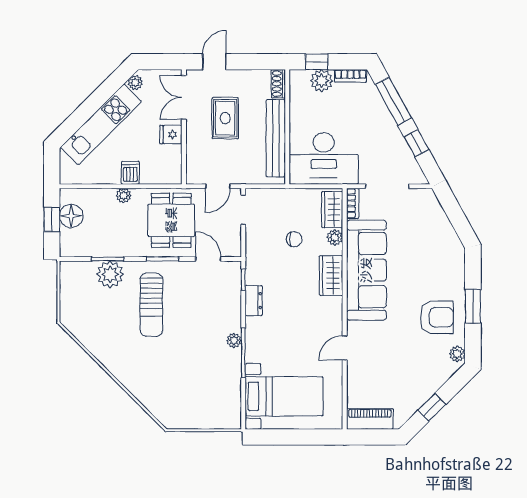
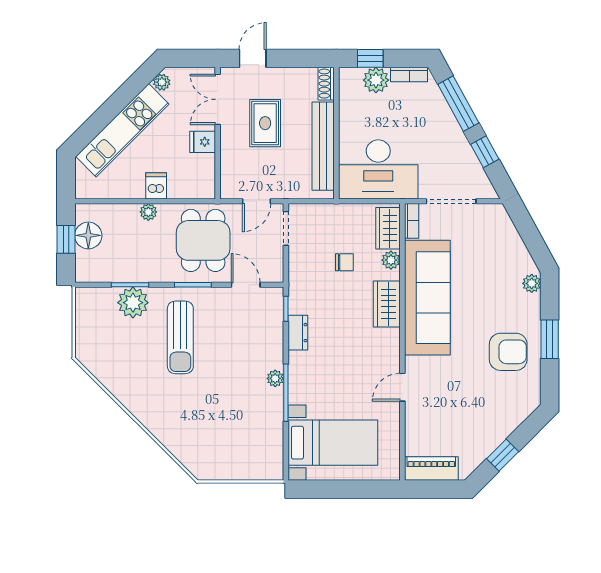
plant: (457, 354) -> (532, 283), moved

